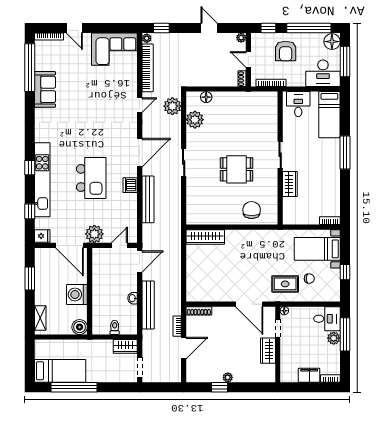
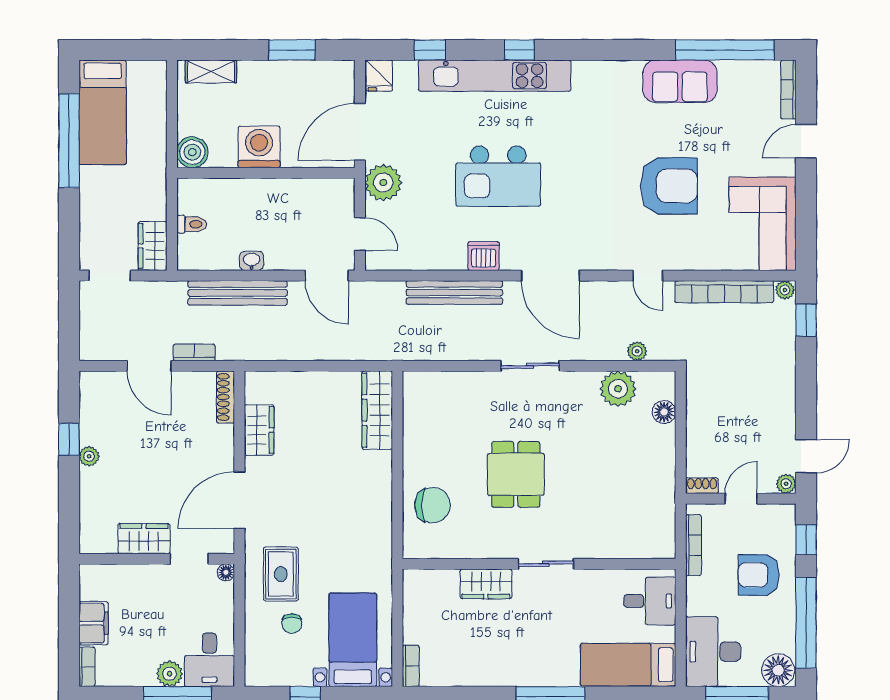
door: (209, 28) -> (806, 456), moved
armchair: (96, 95) -> (669, 186), added
plant: (172, 106) -> (637, 351), width x0.53, depth x0.53
wardrobe: (215, 294) -> (259, 430), added

